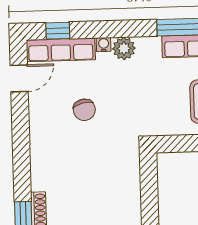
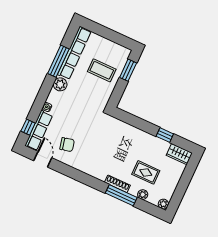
plant: (124, 48) -> (60, 84), moved
chair: (84, 110) -> (67, 145), moved

